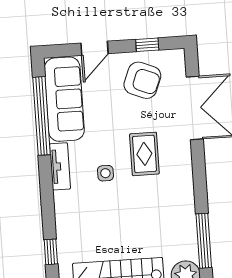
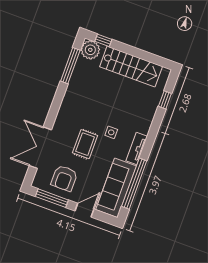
window: (147, 45) -> (52, 198), width x2.17
armchair: (142, 80) -> (64, 178), turned -112
rug: (144, 154) -> (85, 144), moved

